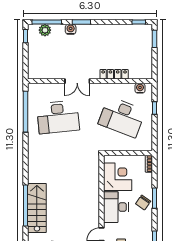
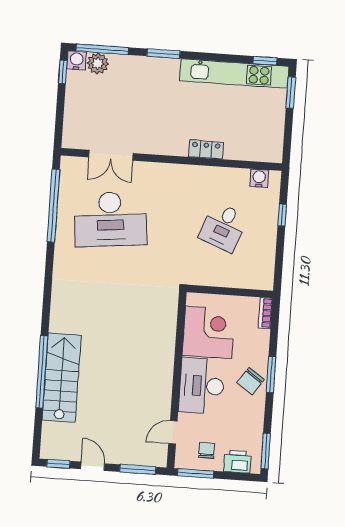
water cooler: (71, 29) -> (77, 60), moved
kitchen unit: (122, 30) -> (234, 73), added
locker: (114, 74) -> (206, 150), width x0.66
double door: (77, 81) -> (111, 155), moved
desk: (122, 117) -> (223, 227), width x0.53, depth x0.77

